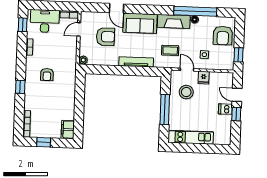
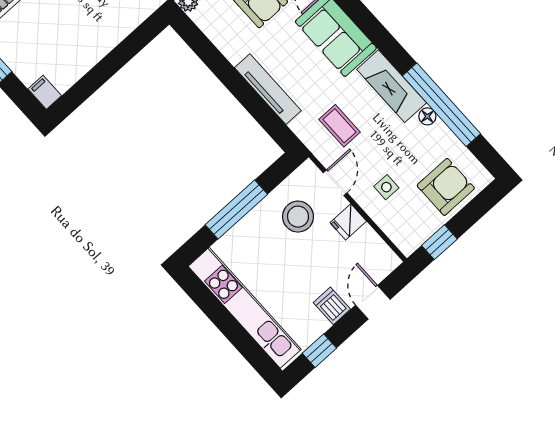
armchair: (223, 36) -> (446, 187), turned 180
window: (236, 114) -> (319, 351), moved
filing cabinet: (68, 130) -> (45, 92), width x0.50
kitchen unit: (191, 137) -> (245, 308), width x1.36

